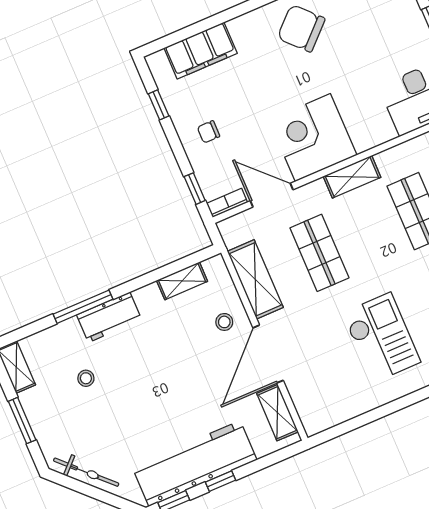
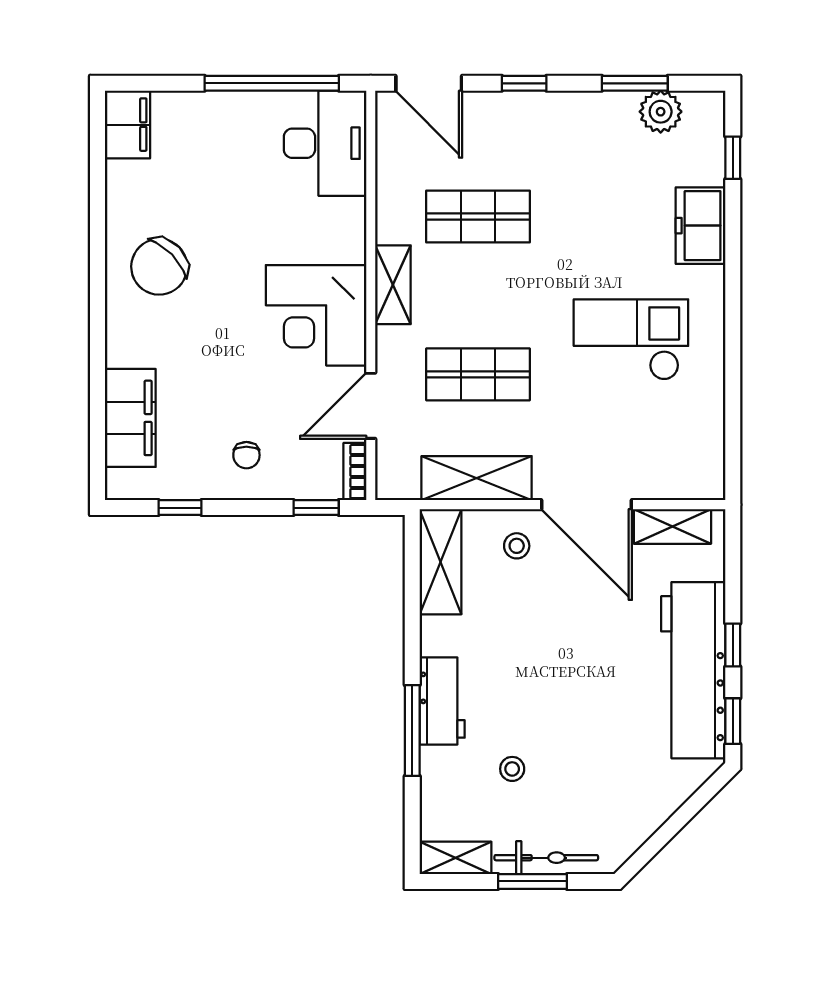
shelving: (182, 281) -> (441, 562), width x1.50, depth x1.33
bicycle: (86, 472) -> (546, 858), moved, turned 45

